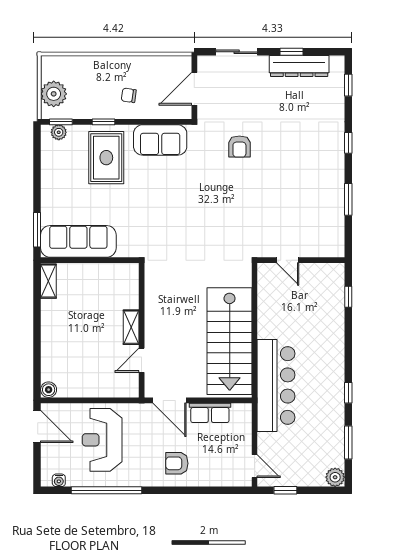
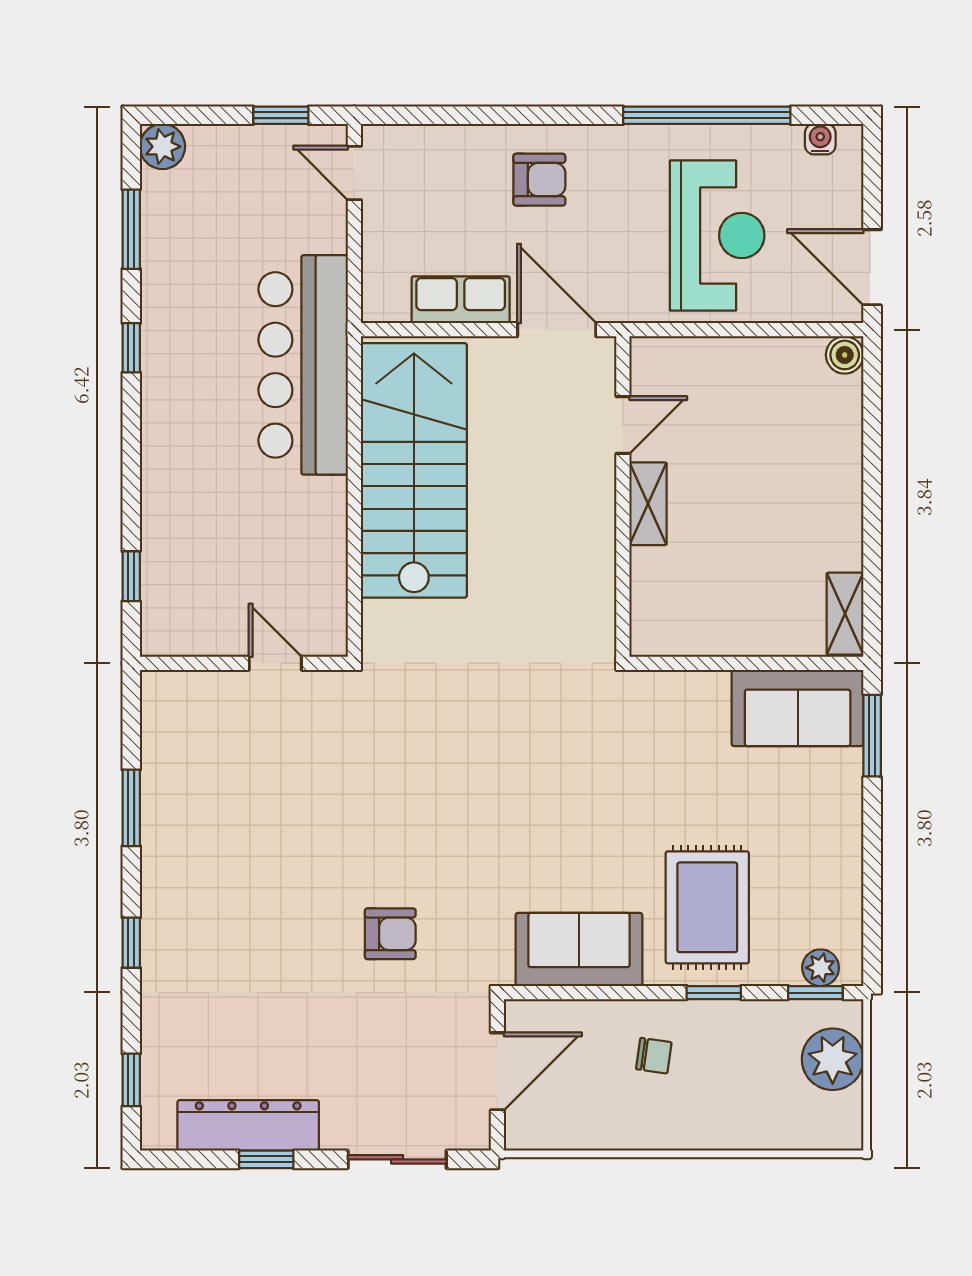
armchair: (239, 147) -> (390, 934), turned 90
sofa: (78, 241) -> (798, 708), width x0.73

